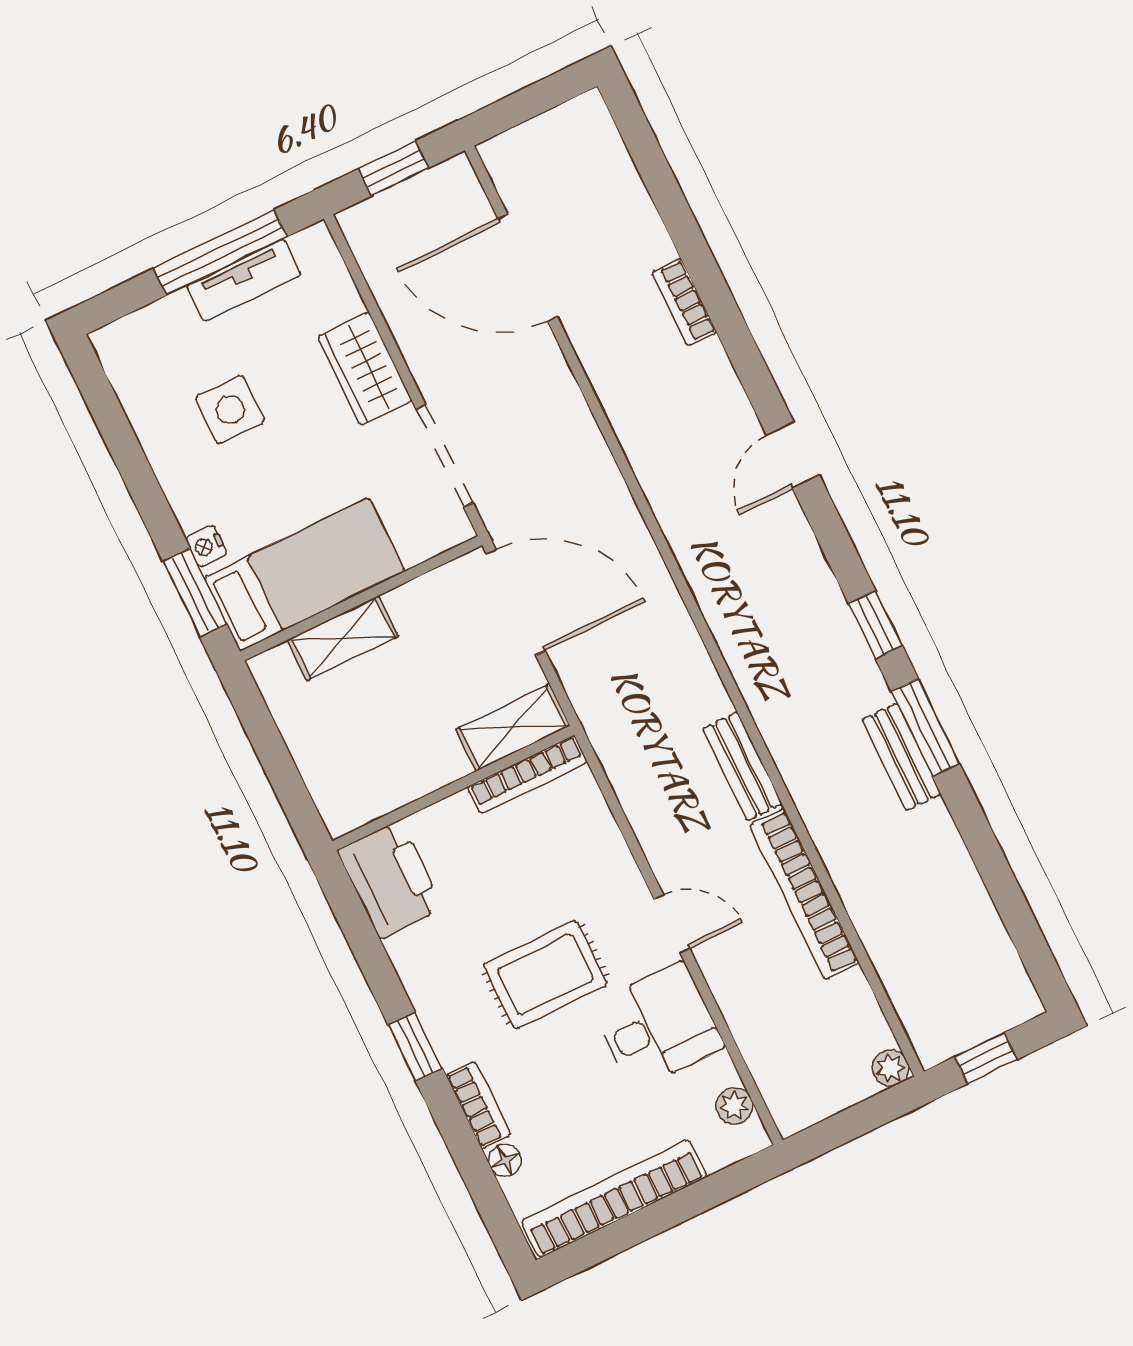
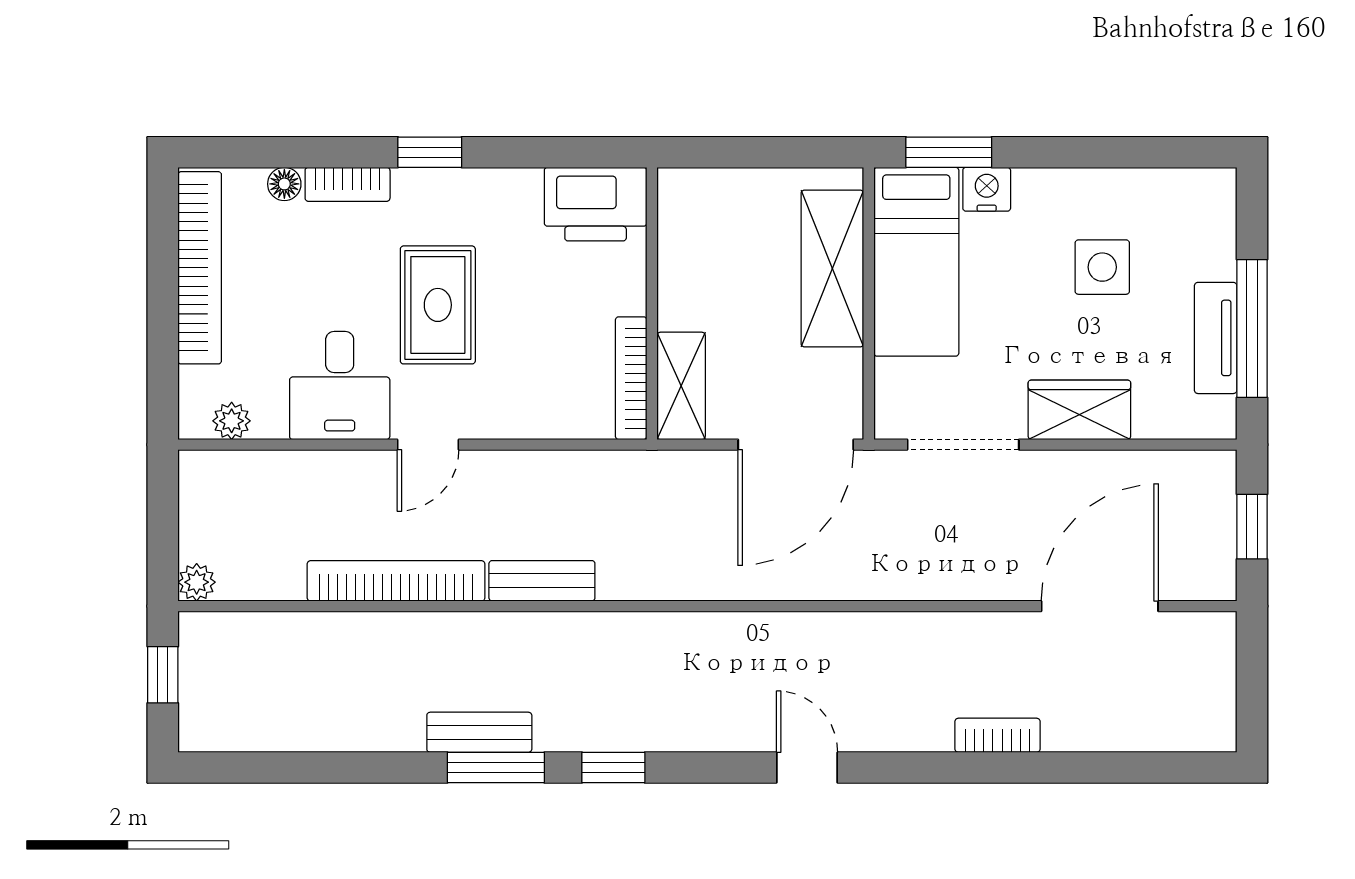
nightstand: (206, 546) -> (987, 189), width x1.39, depth x1.35
shelving: (343, 638) -> (832, 268), width x1.50, depth x1.33

